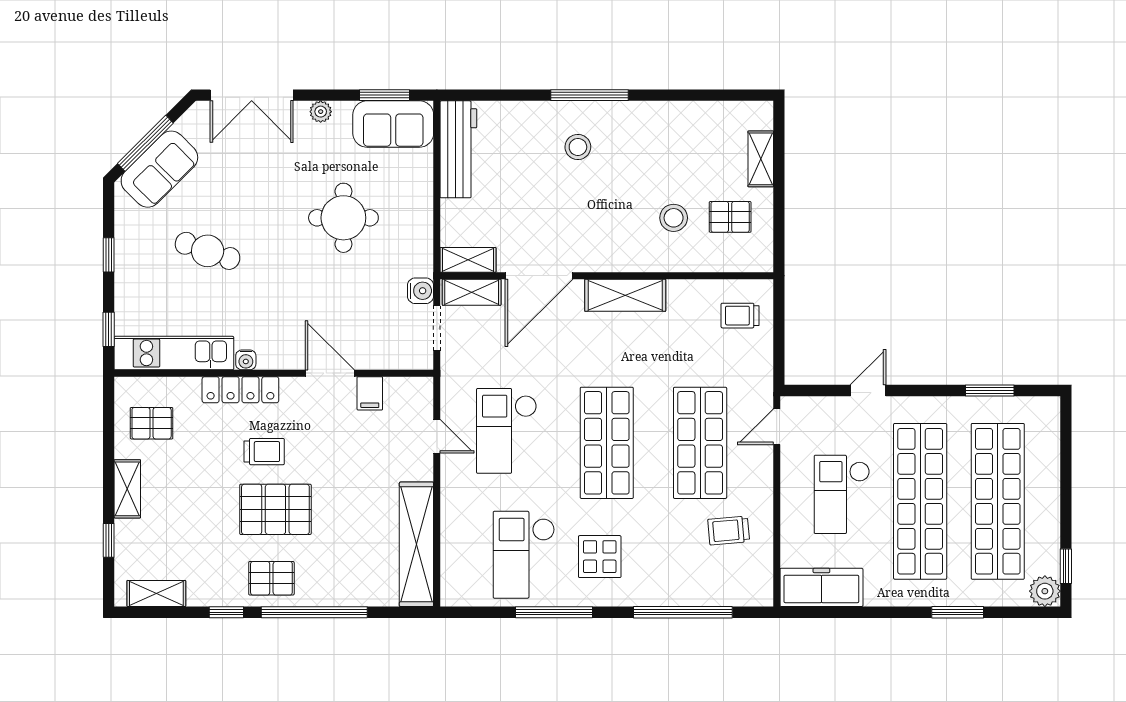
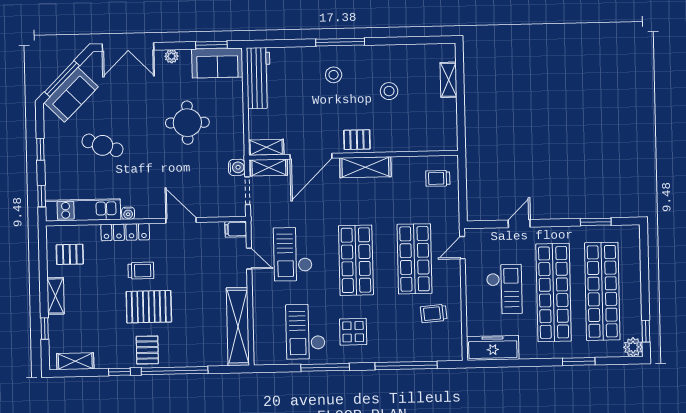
pallet: (730, 217) -> (357, 140), moved
stool: (674, 218) -> (389, 91), moved
filing cabinet: (370, 393) -> (236, 229), moved, turned 90
checkout: (842, 494) -> (504, 289), turned 180
pallet: (271, 578) -> (147, 350), turned 90

